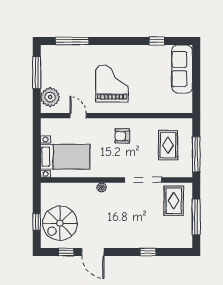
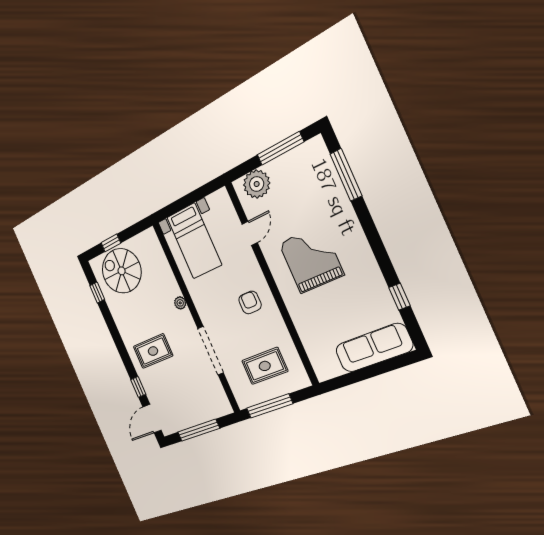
grand piano: (112, 83) -> (311, 259), turned -90
rug: (174, 201) -> (153, 351), moved
door: (93, 252) -> (152, 419), moved

